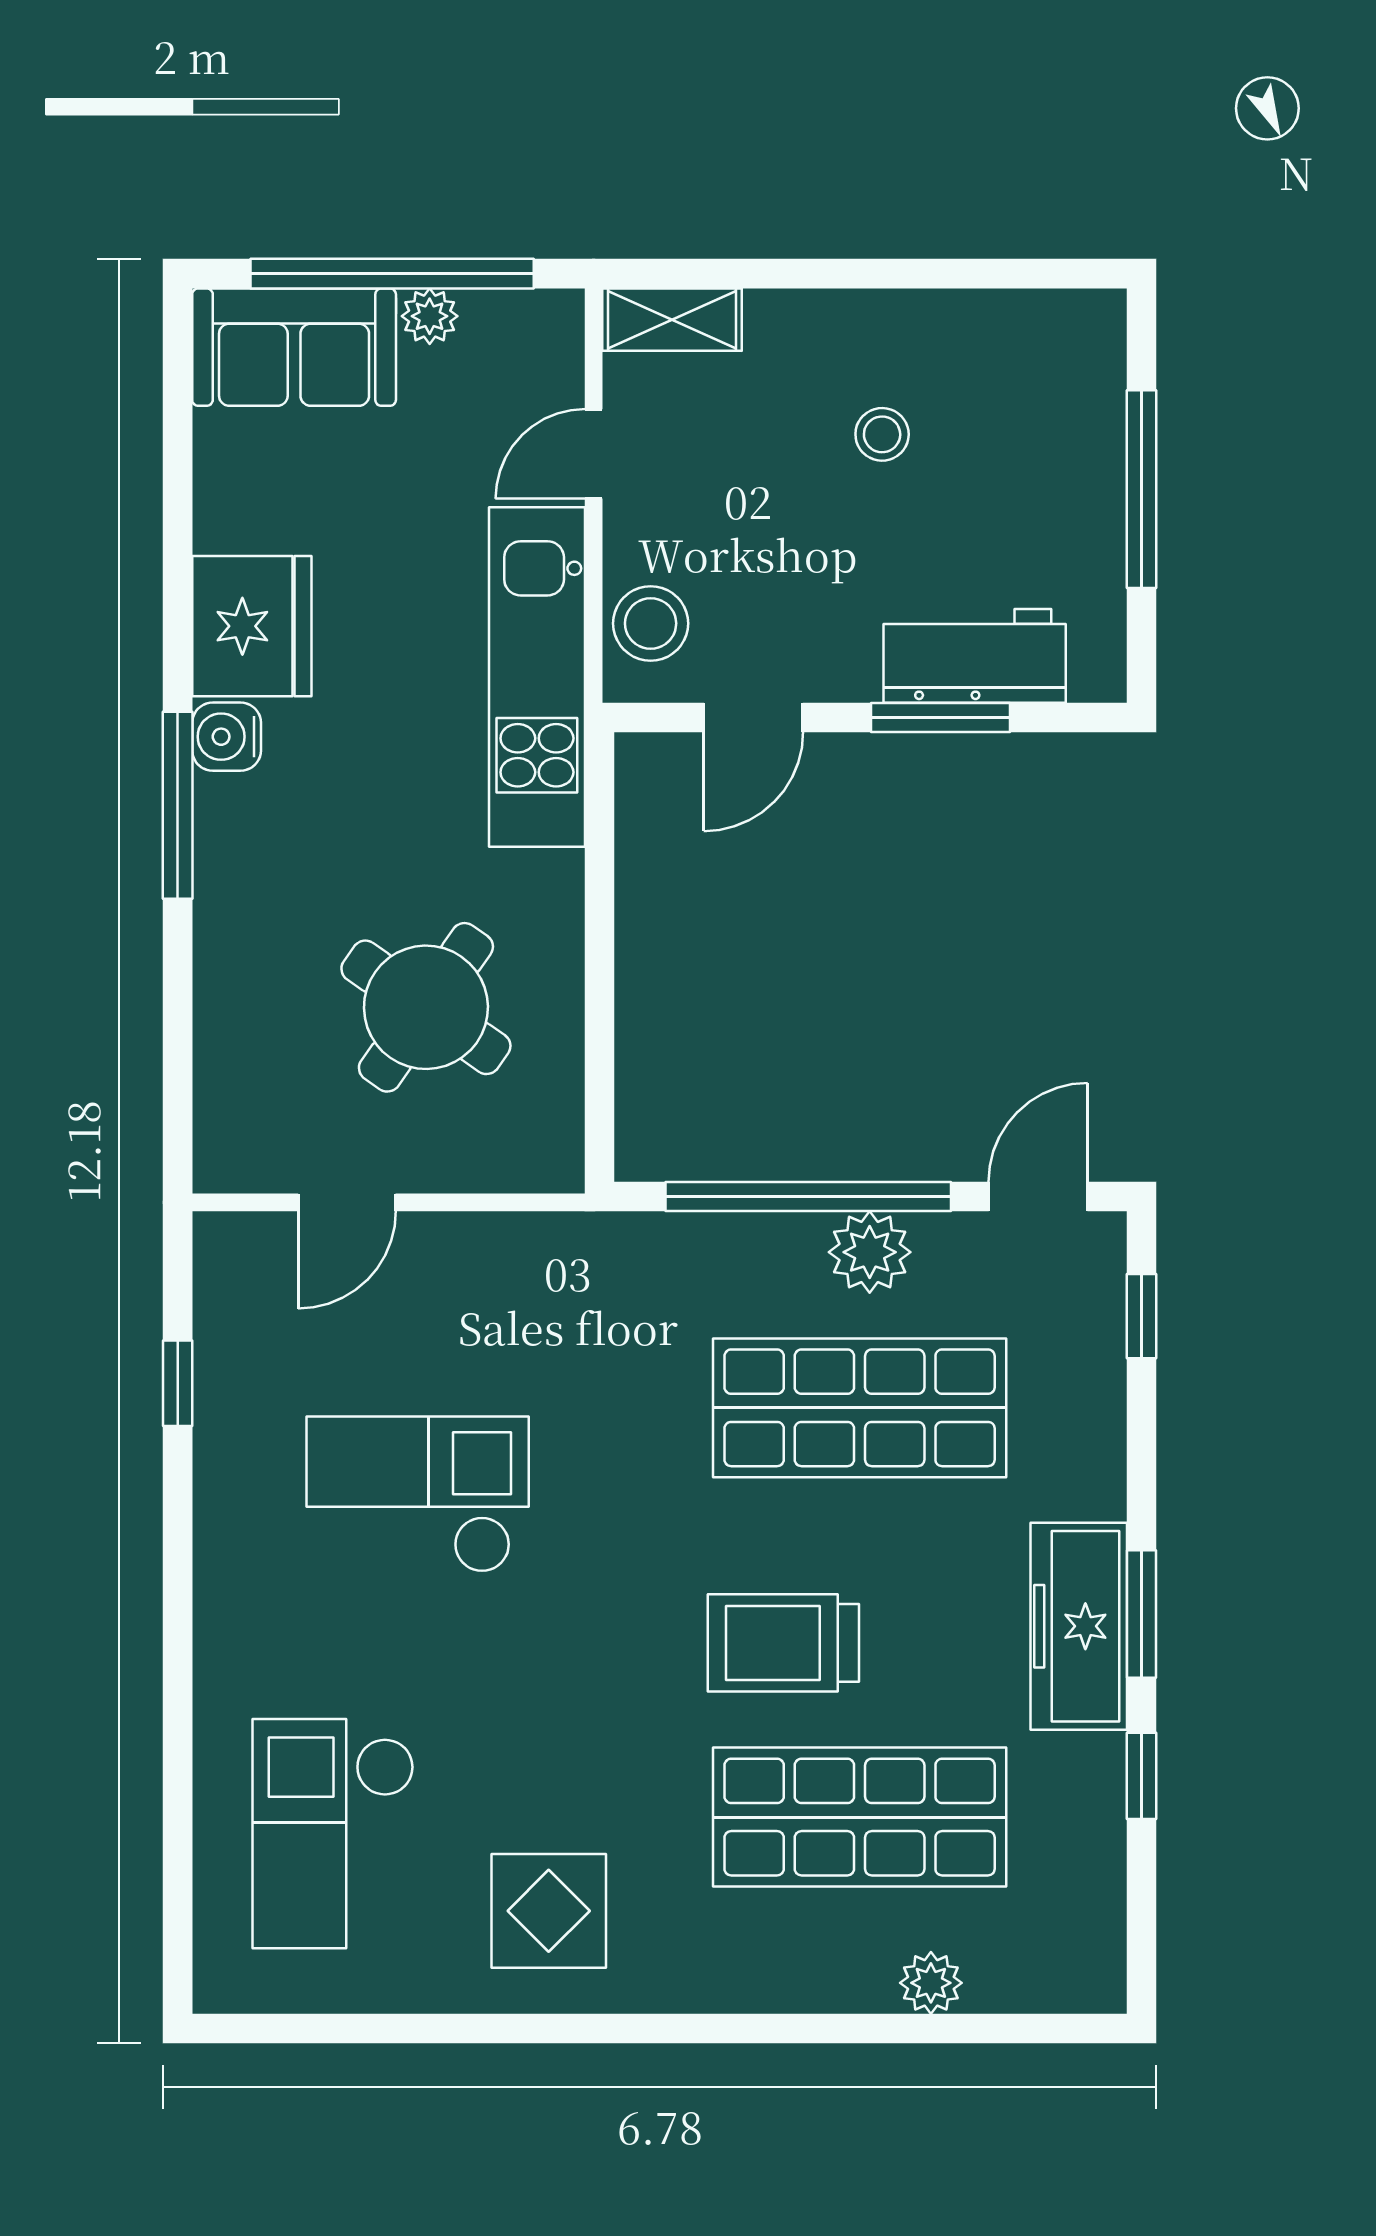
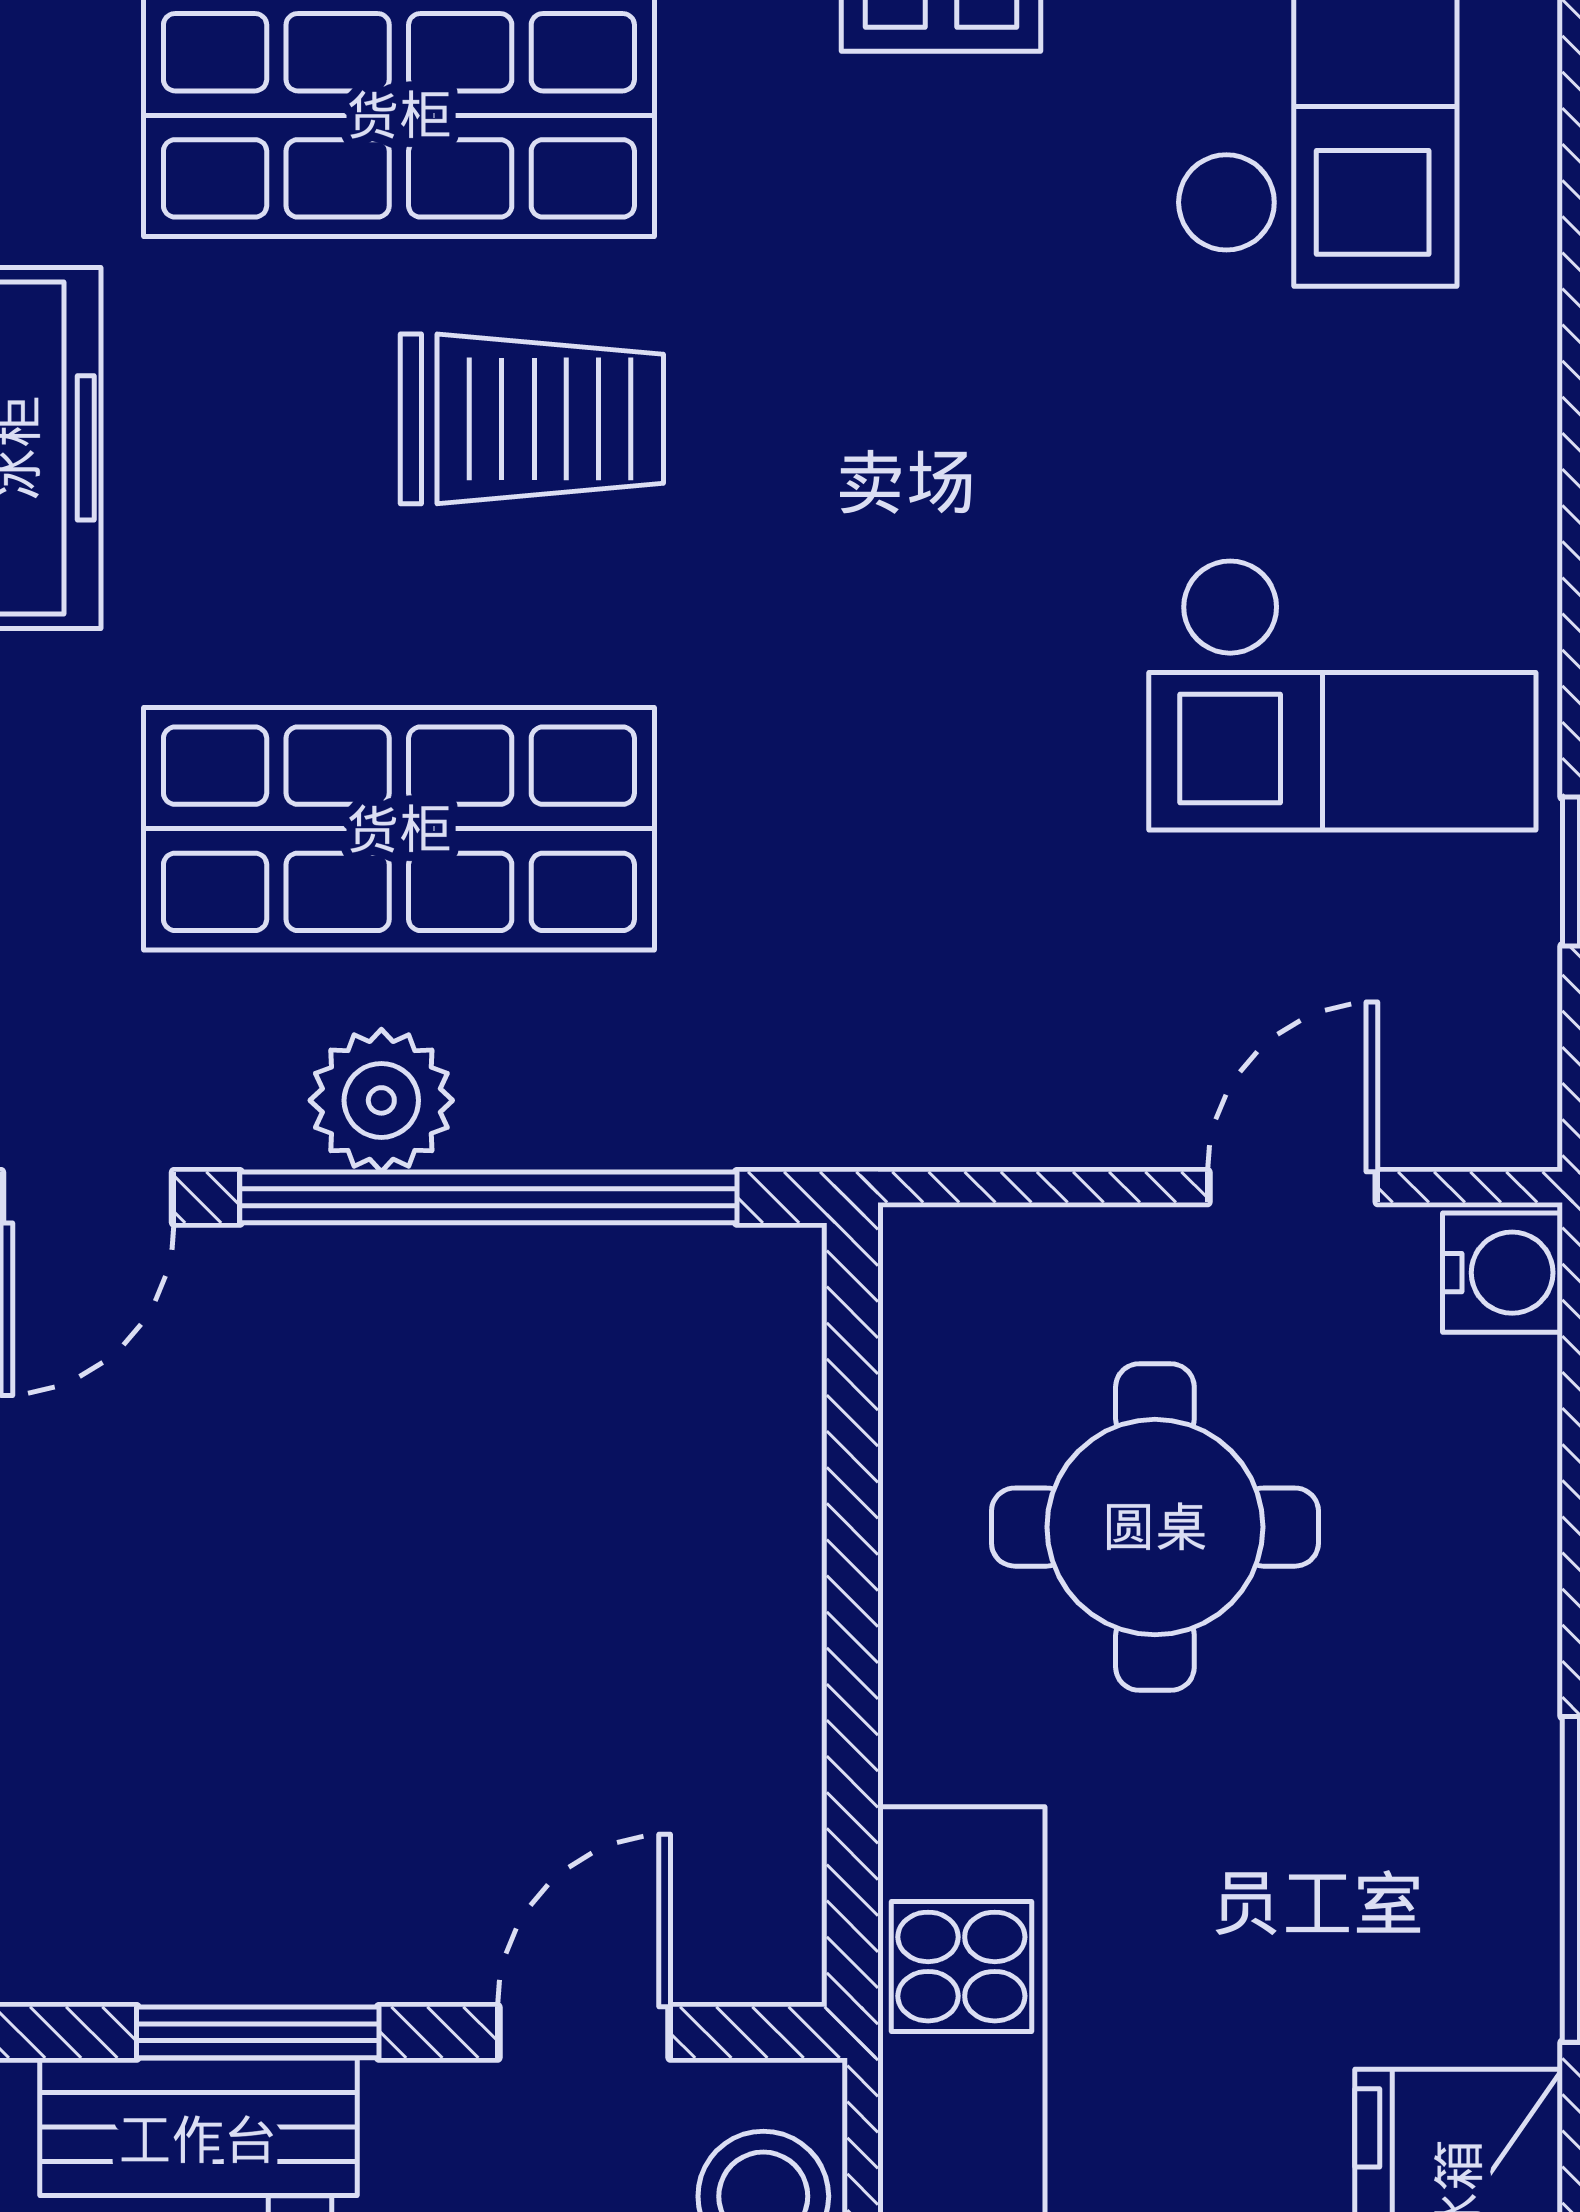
water cooler: (227, 737) -> (1503, 1273), moved
round table: (426, 1007) -> (1155, 1527), turned -35
checkout: (418, 1494) -> (1342, 694), moved

